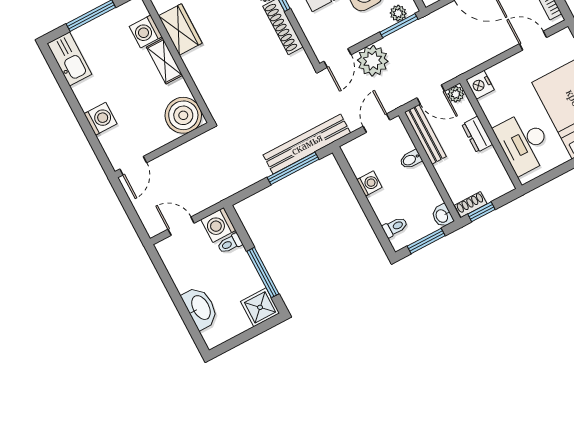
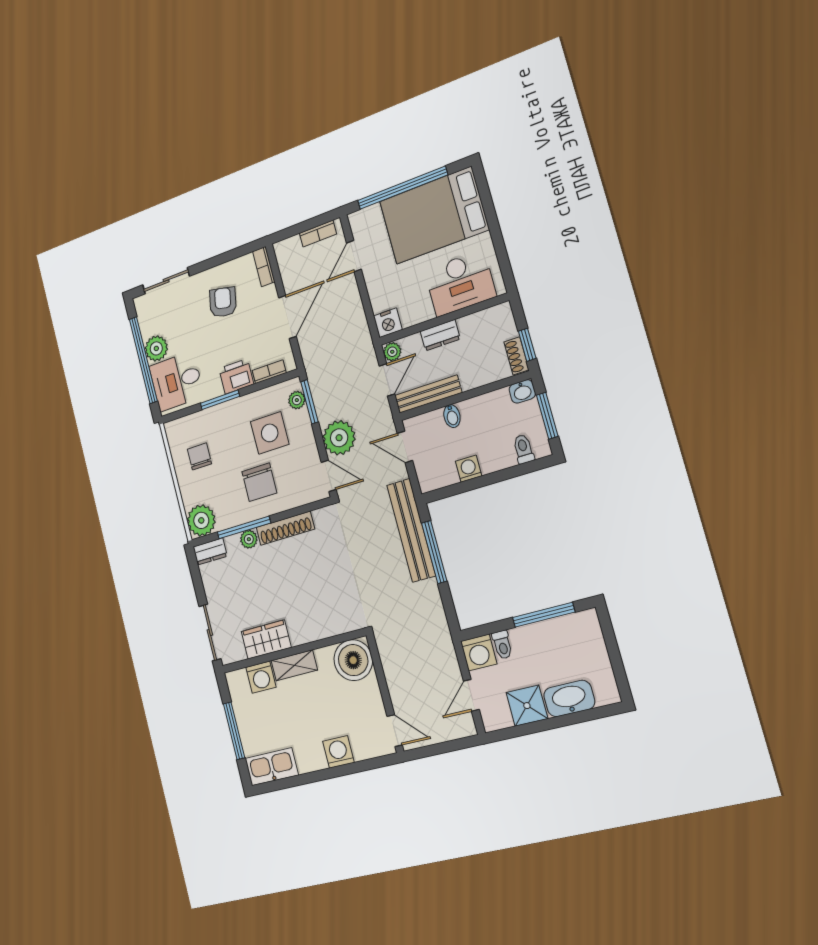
shower: (260, 307) -> (527, 706), moved

